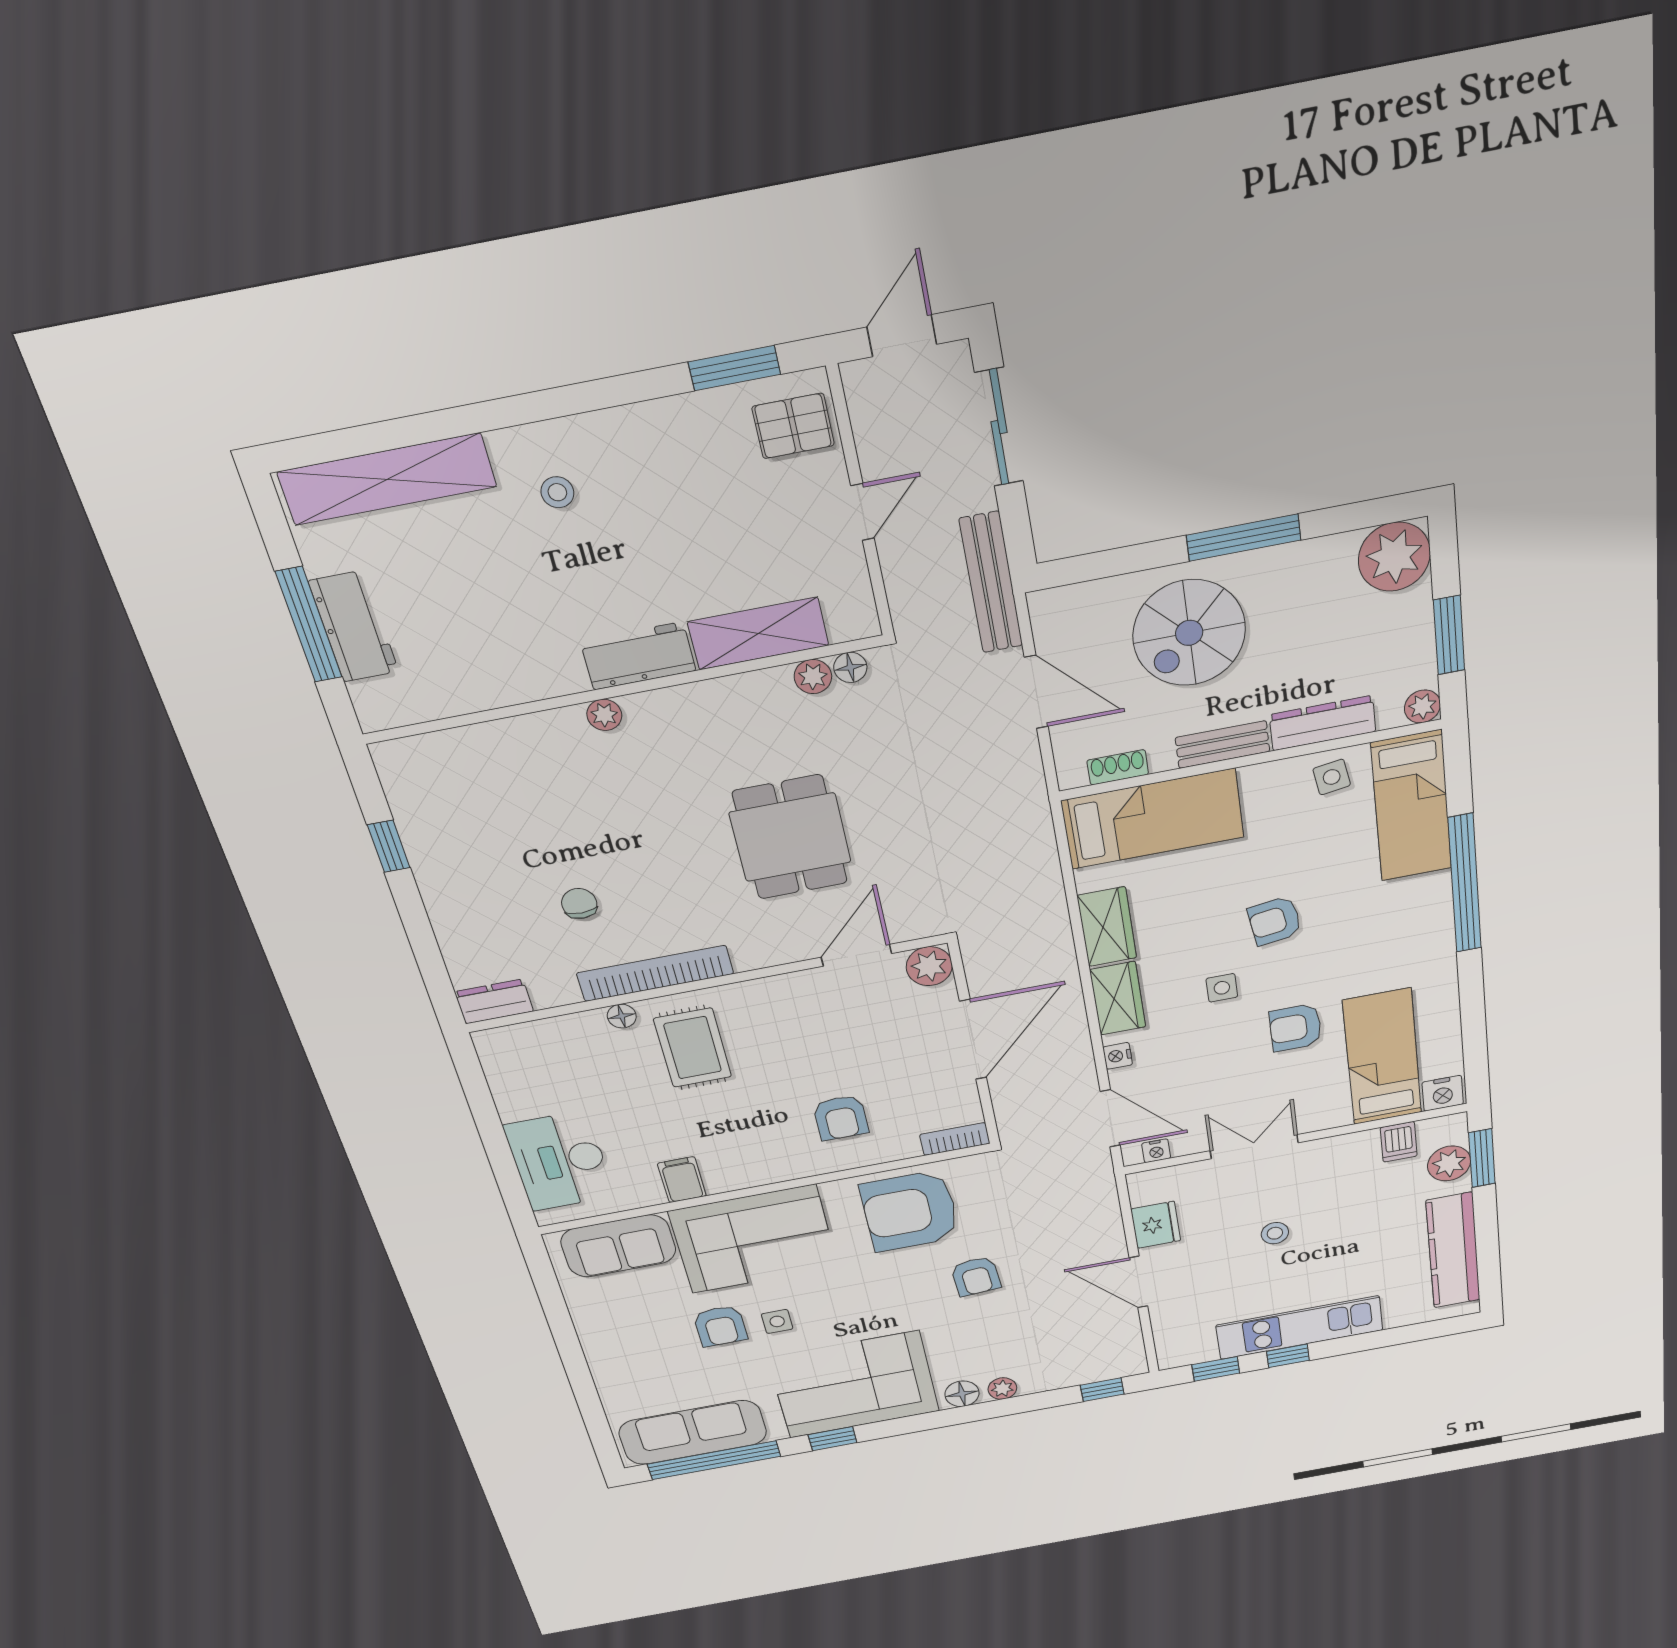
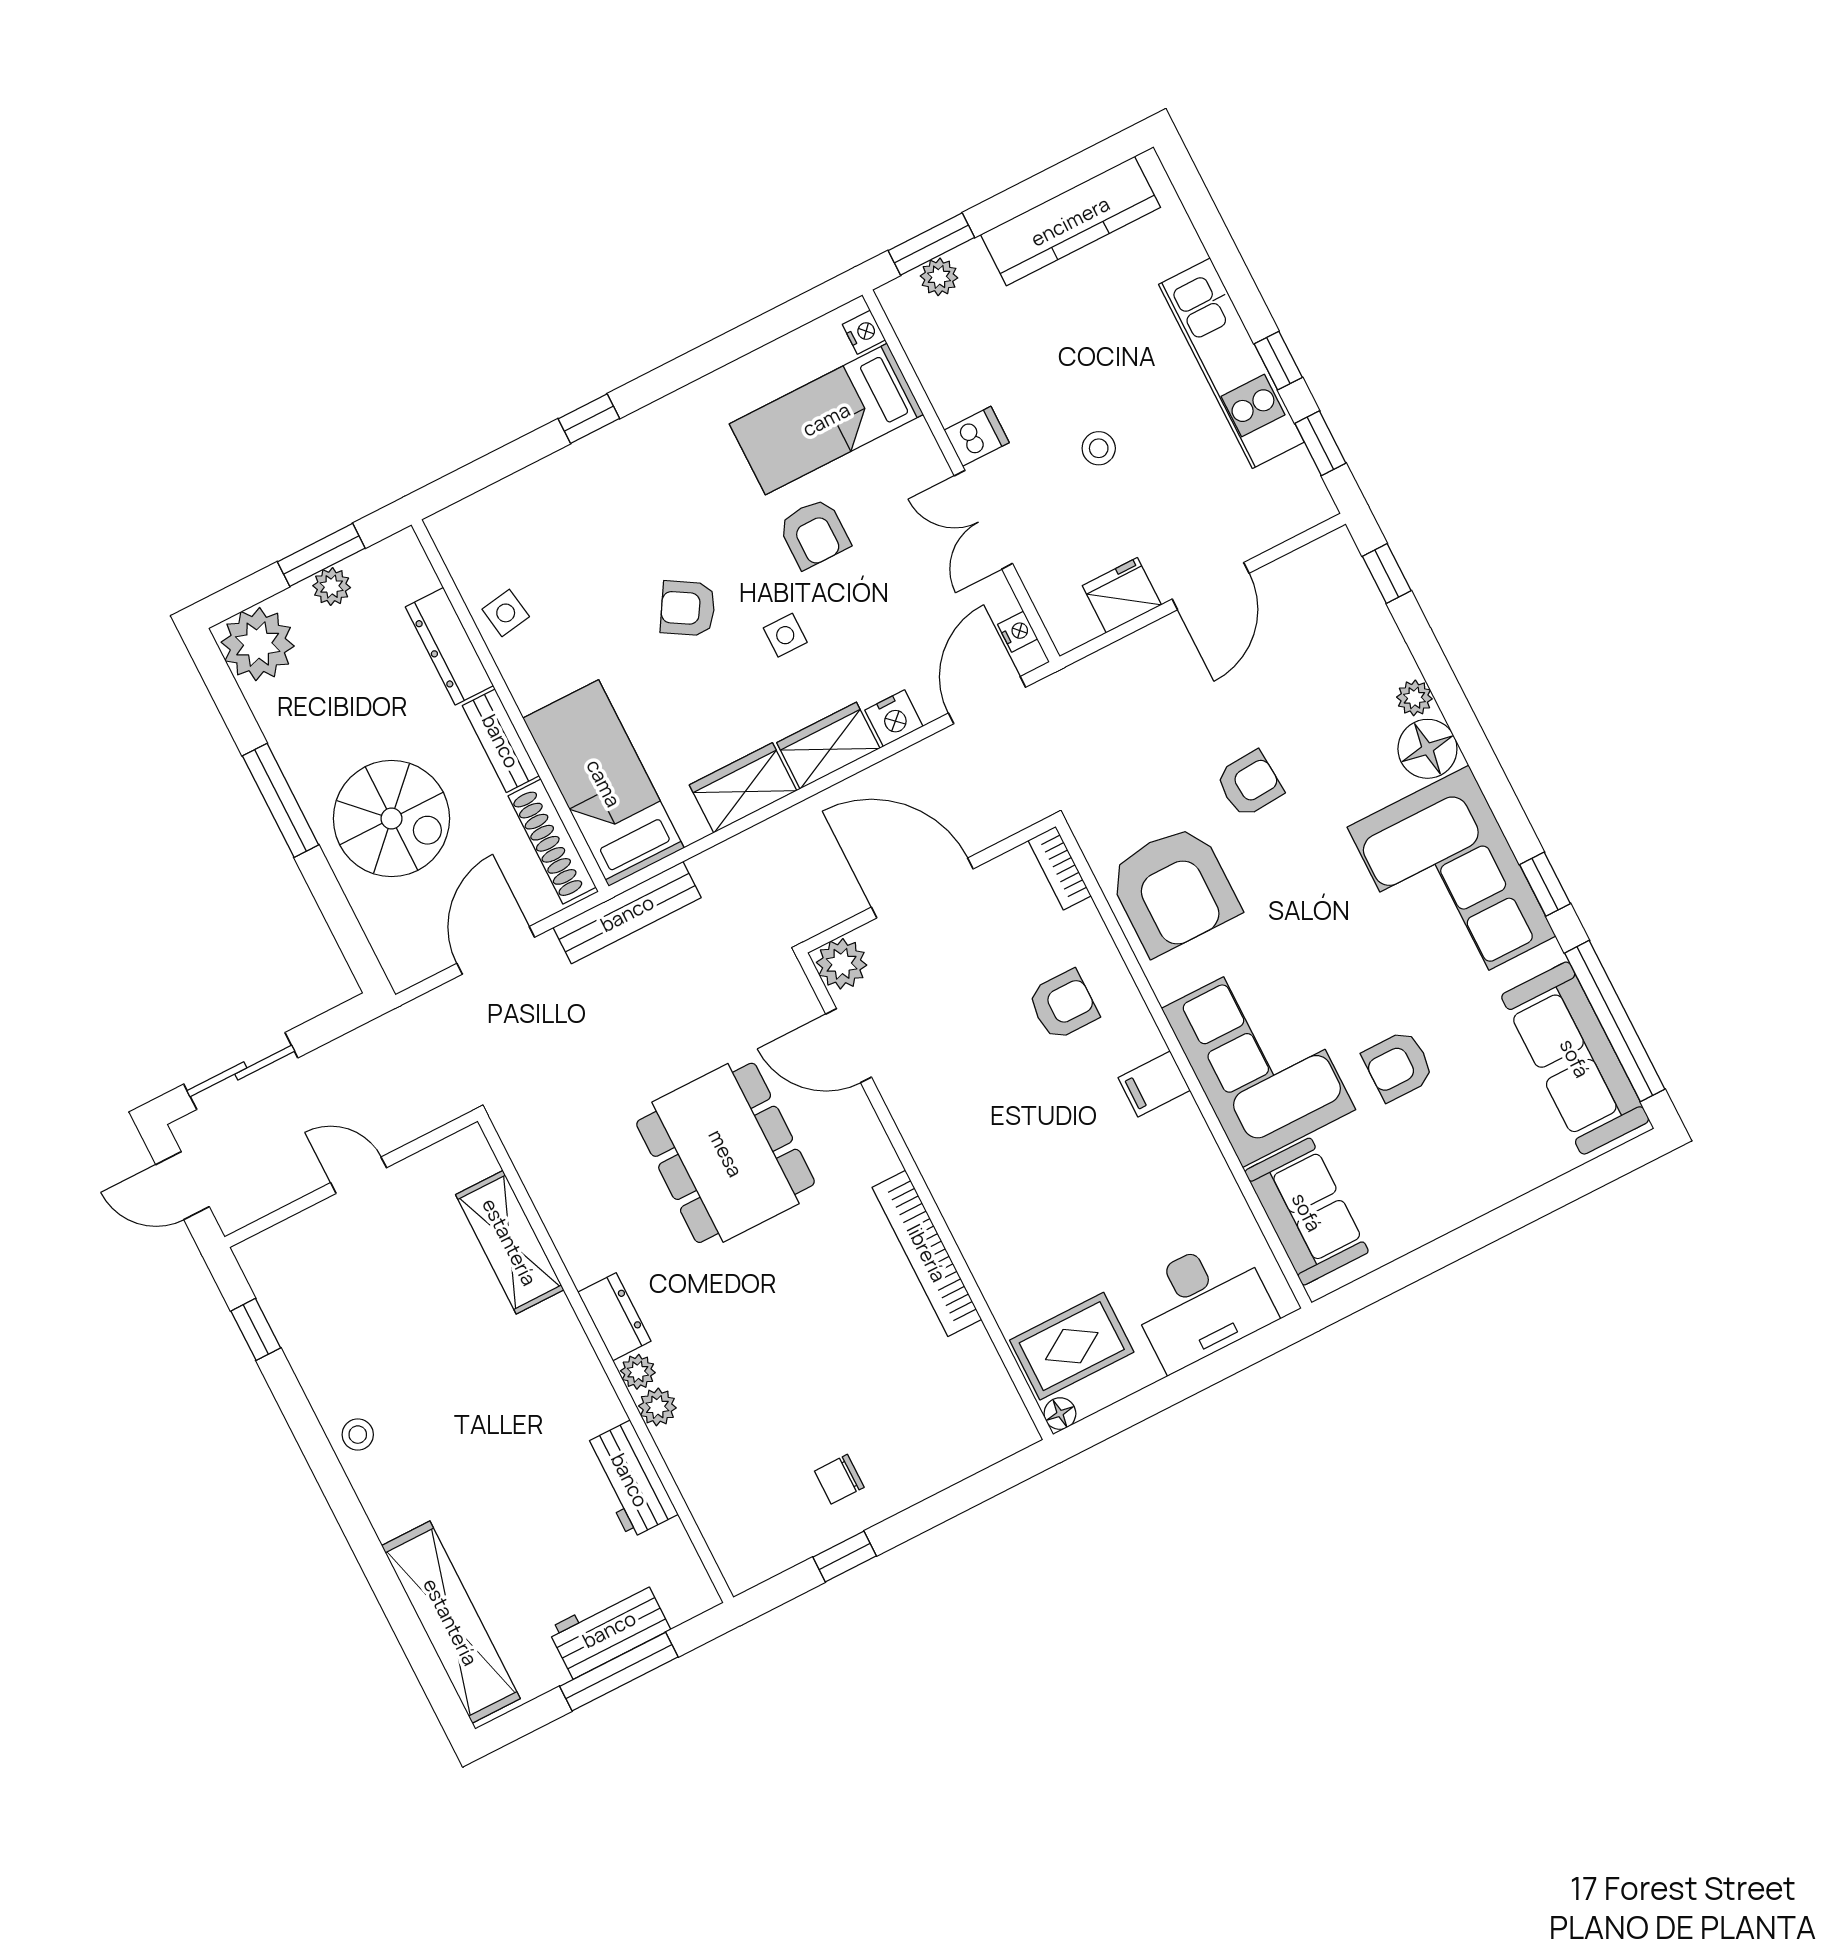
window: (734, 368) -> (256, 1329), width x0.67
pallet: (793, 426) -> (294, 1262), removed
stool: (557, 492) -> (358, 1435), moved
bench: (991, 583) -> (627, 913), moved
workbench: (638, 656) -> (630, 1480), moved
floor lamp: (850, 667) -> (520, 1143), removed
plant: (813, 677) -> (657, 1407), moved
plant: (1422, 706) -> (332, 587), moved
shoe rack: (1118, 767) -> (552, 842), width x1.94, depth x1.24
bed: (1412, 806) -> (515, 515), removed
dining table: (790, 837) -> (726, 1153), width x1.38
window: (1465, 884) -> (589, 419), width x0.32
chair: (579, 904) -> (839, 1479), moved
armchair: (1275, 921) -> (688, 608), turned 129
dresser: (494, 1001) -> (614, 1317), moved, turned 180
floor lamp: (622, 1016) -> (1060, 1414), moved
rug: (693, 1048) -> (1072, 1346), moved
nightstand: (1118, 1056) -> (894, 718), width x1.39, depth x1.35
nightstand: (1443, 1093) -> (864, 332), width x0.72, depth x0.74
dishwasher: (1399, 1142) -> (977, 436), moved
plant: (1449, 1163) -> (939, 277), width x0.73, depth x0.73
filing cabinet: (682, 1180) -> (1154, 1084), moved
side table: (777, 1321) -> (1375, 1000), removed
armchair: (720, 1326) -> (1398, 1066), turned 180
floor lamp: (962, 1394) -> (1427, 749), width x1.38, depth x1.38

